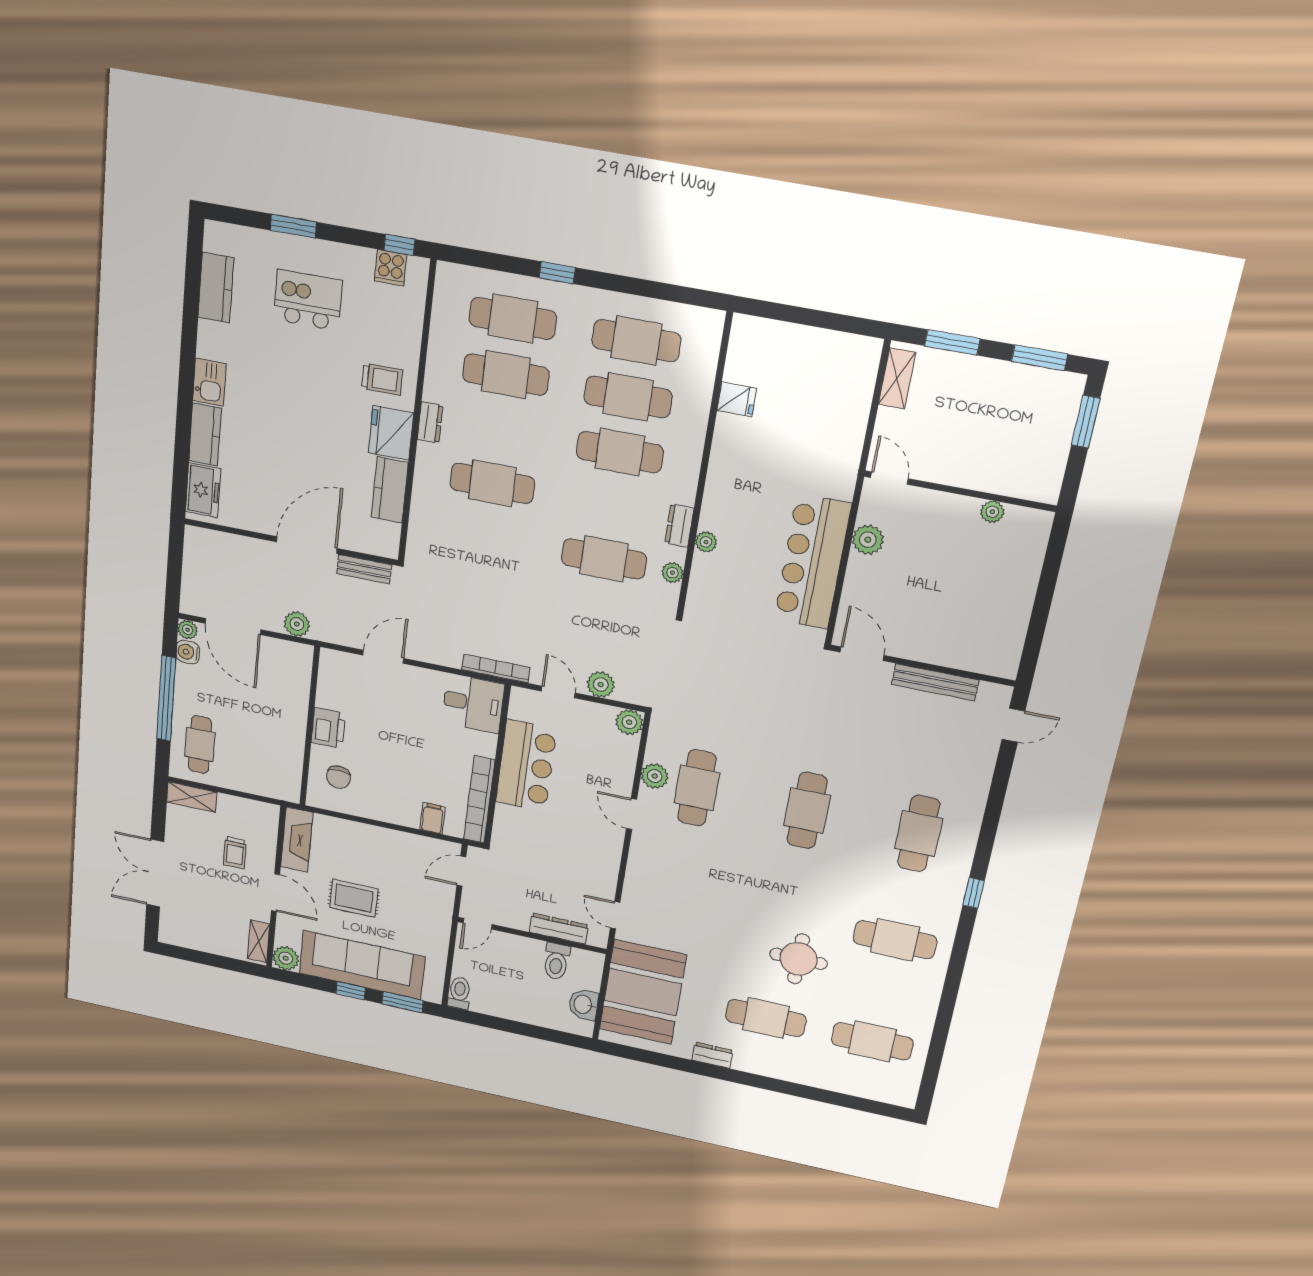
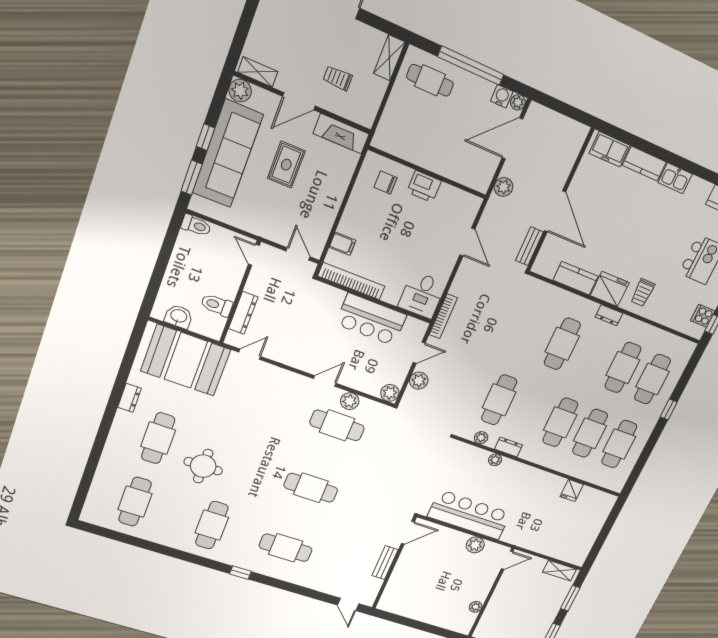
bench: (935, 682) -> (385, 563), width x0.73

